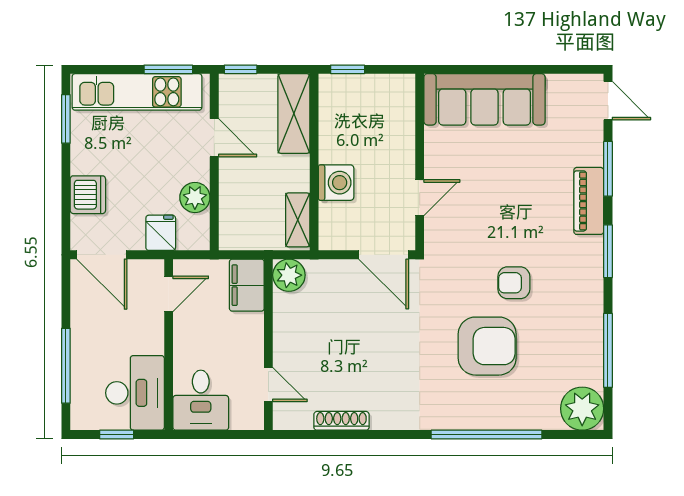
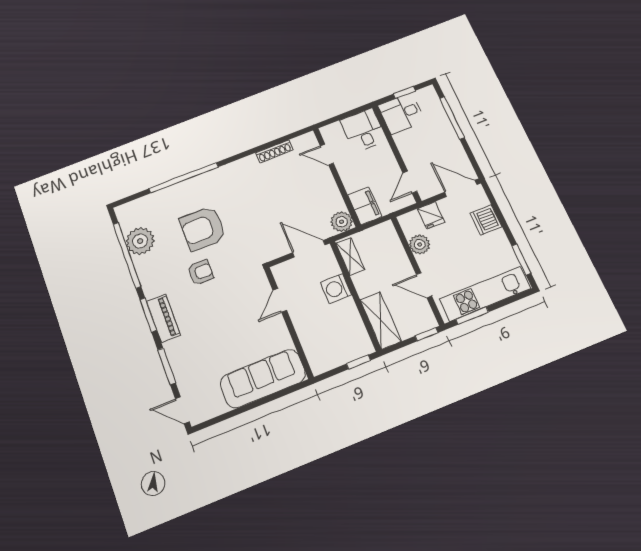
piano: (589, 201) -> (163, 318), moved
door: (384, 255) -> (309, 249), moved
window: (608, 350) -> (127, 255), width x1.46
desk: (135, 393) -> (402, 113), width x0.73
plant: (582, 409) -> (140, 241), moved

